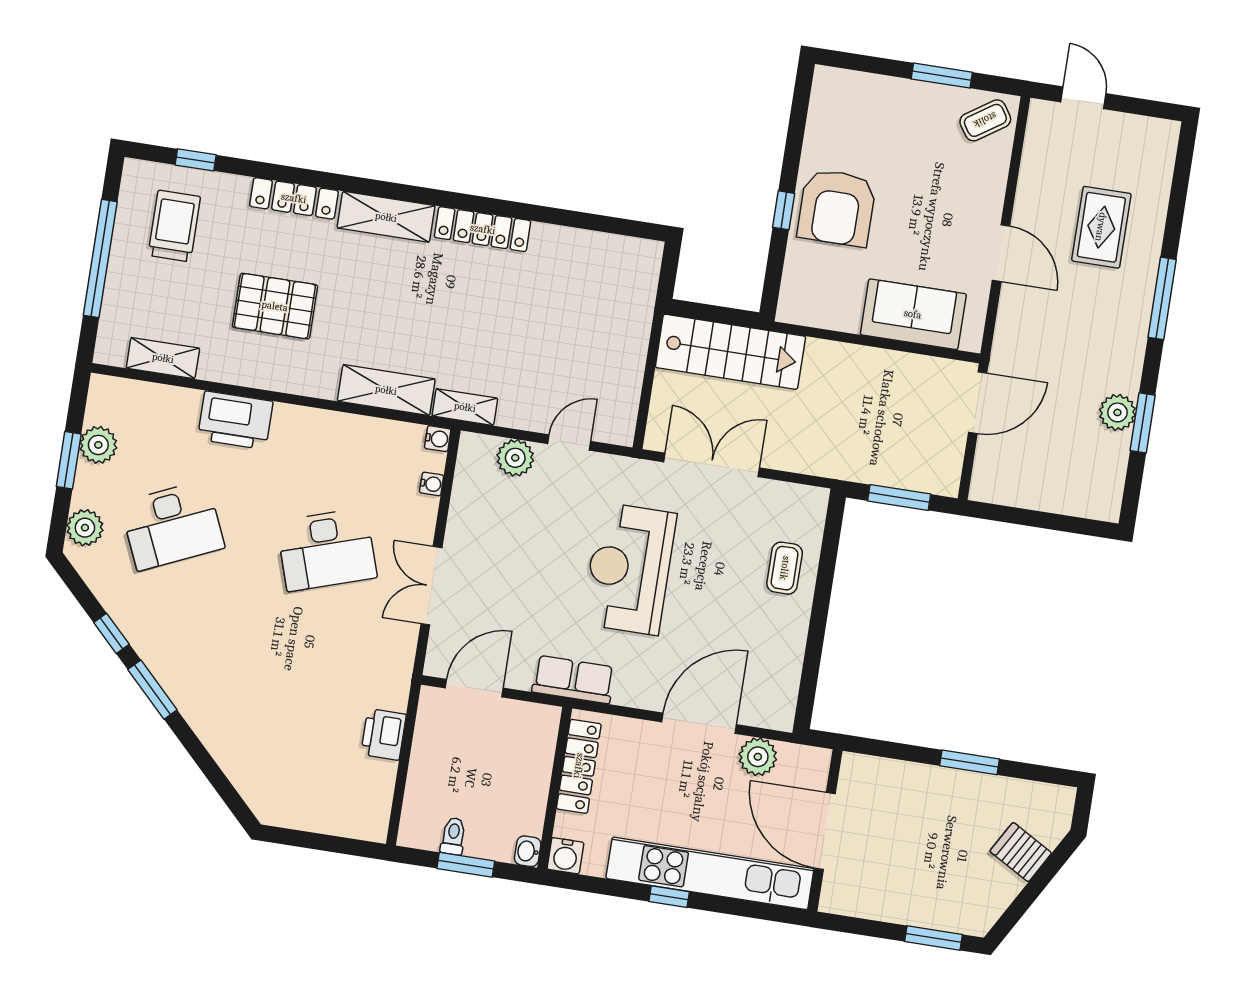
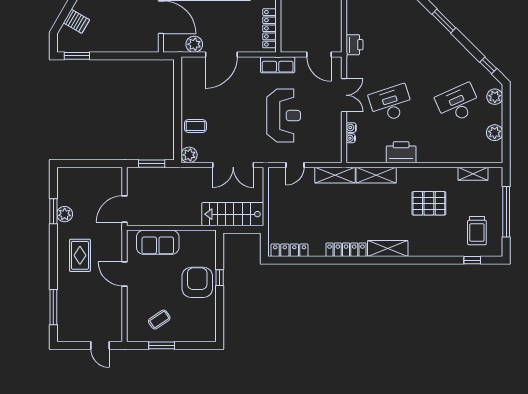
coffee table: (985, 120) -> (159, 320), moved
locker: (294, 198) -> (290, 250), moved
rug: (1101, 227) -> (80, 255), moved
window: (1162, 298) -> (53, 307), moved
shelving: (465, 407) -> (335, 175), width x1.50, depth x1.33
printer: (235, 420) -> (401, 152), moved
water cooler: (438, 439) -> (351, 128), moved
plant: (515, 458) -> (189, 155), moved
window: (69, 460) -> (506, 124), removed
coffee table: (785, 568) -> (195, 126), turned 90
reception desk: (629, 569) -> (284, 116), moved
window: (111, 633) -> (488, 65), moved
door: (474, 688) -> (319, 55), hinge flipped
window: (152, 690) -> (444, 21), moved
printer: (383, 734) -> (354, 45), moved
window: (970, 762) -> (77, 56), moved

